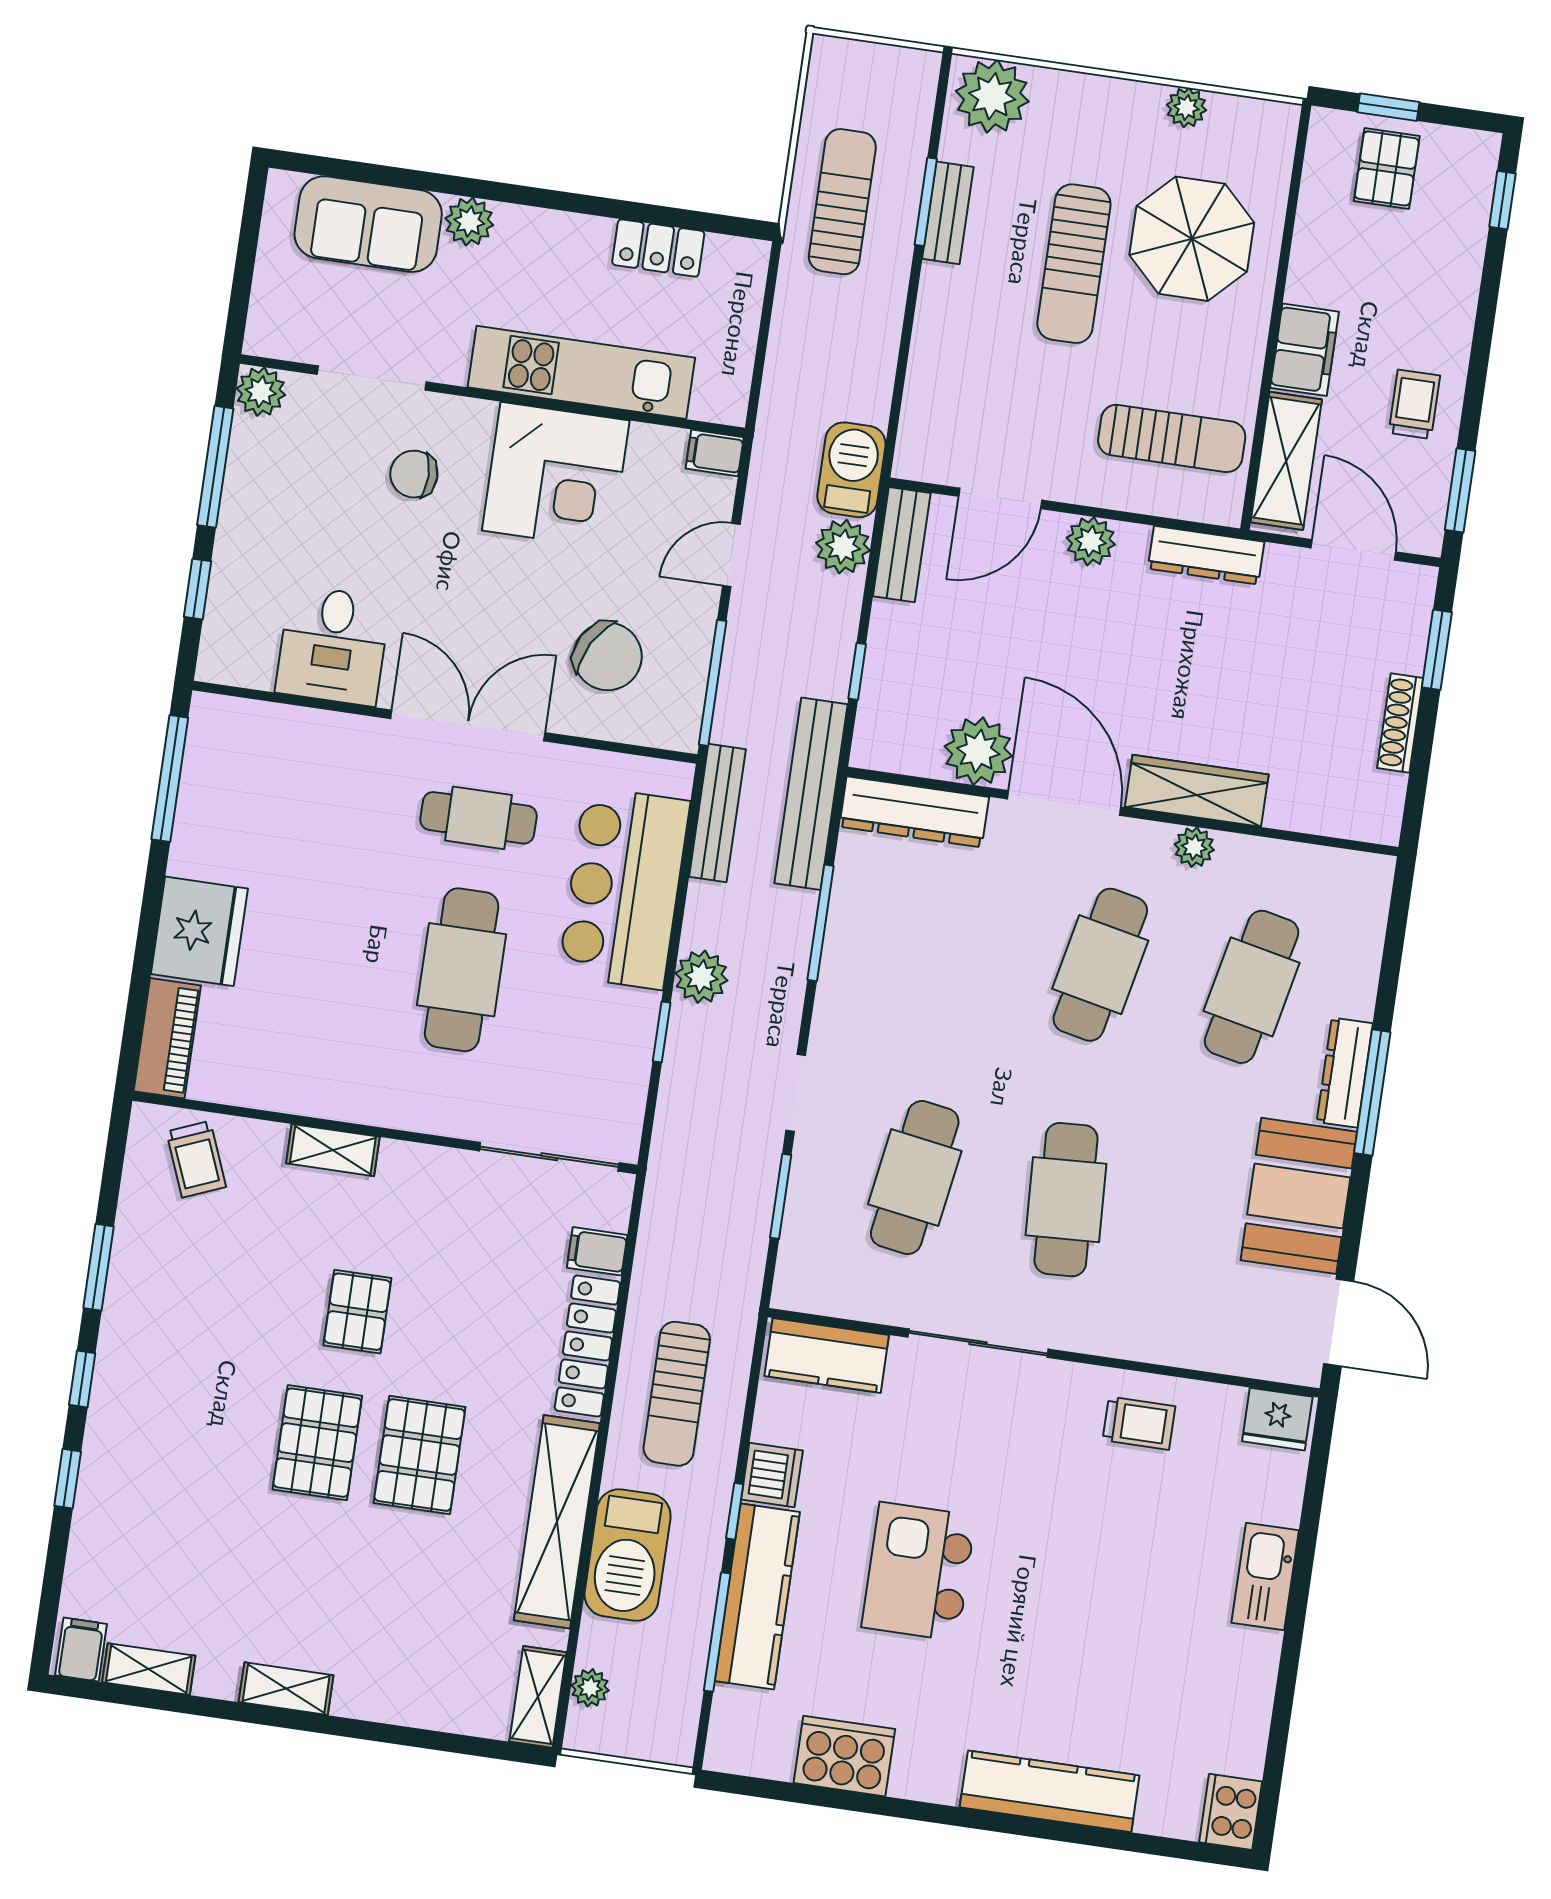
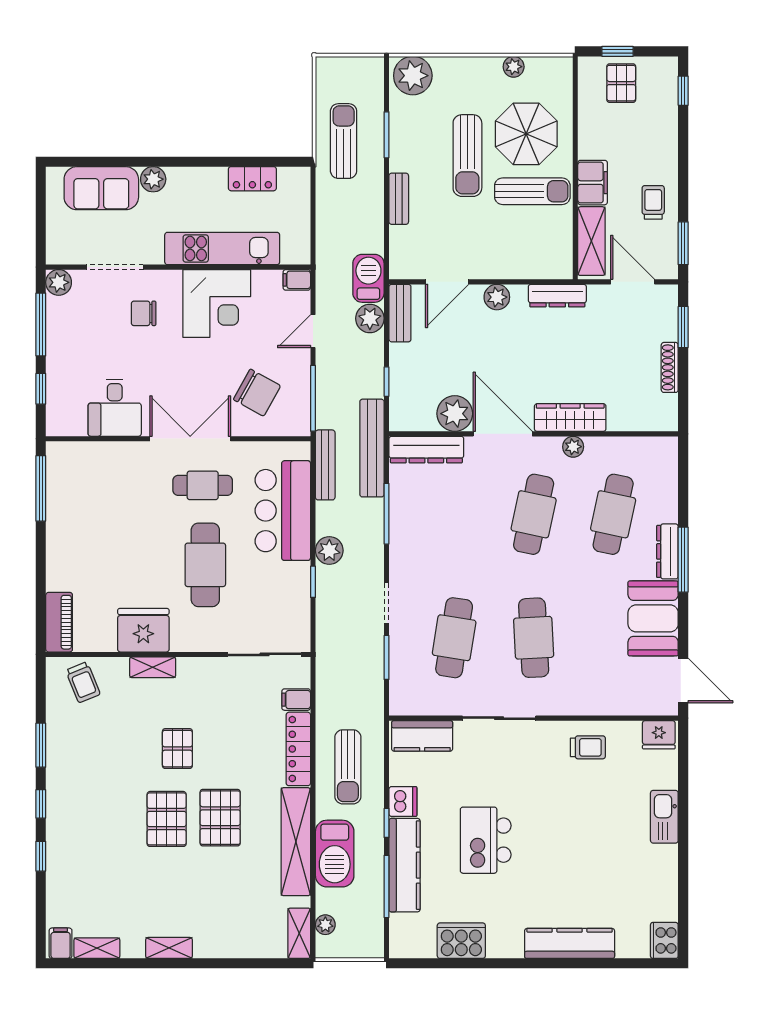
bench: (948, 213) -> (399, 199), moved
sun lounger: (1172, 438) -> (532, 191), moved
fridge: (199, 931) -> (143, 630), moved, turned -90

